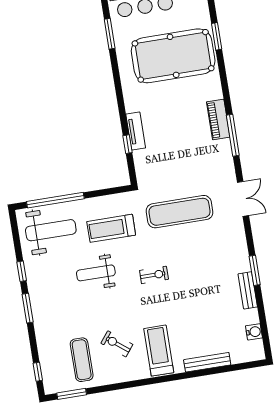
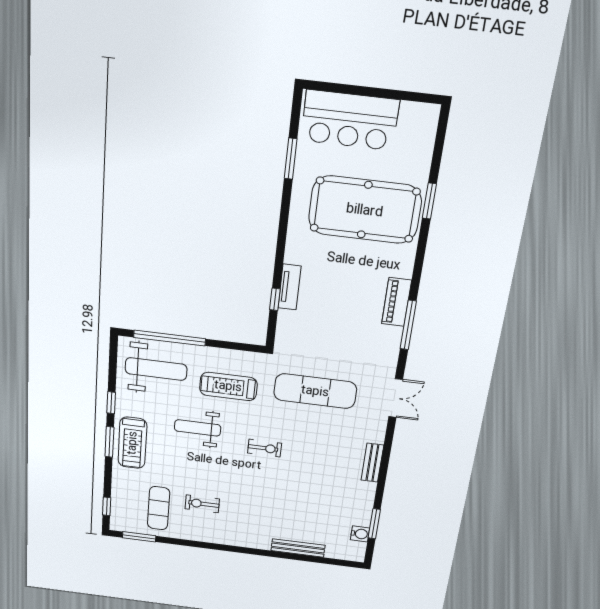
window: (255, 270) -> (374, 524), moved
bench: (248, 290) -> (372, 463), moved
exercise bike: (117, 344) -> (202, 504), turned -38
treadmill: (159, 351) -> (132, 443), moved, turned 180

